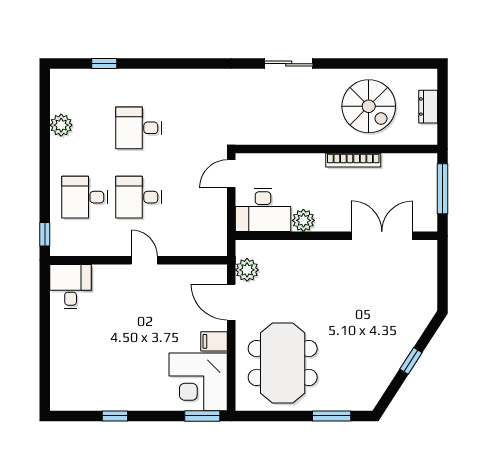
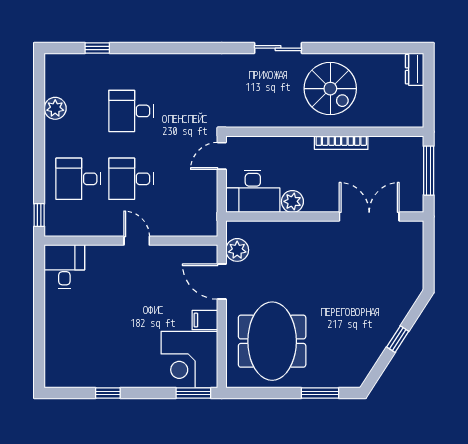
spiral stairs: (369, 106) -> (330, 89), moved
dresser: (428, 107) -> (414, 69), moved

